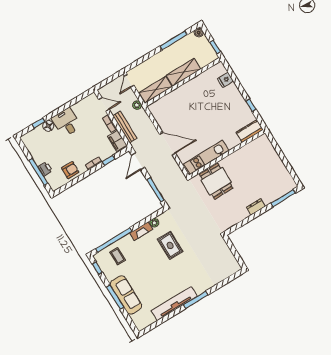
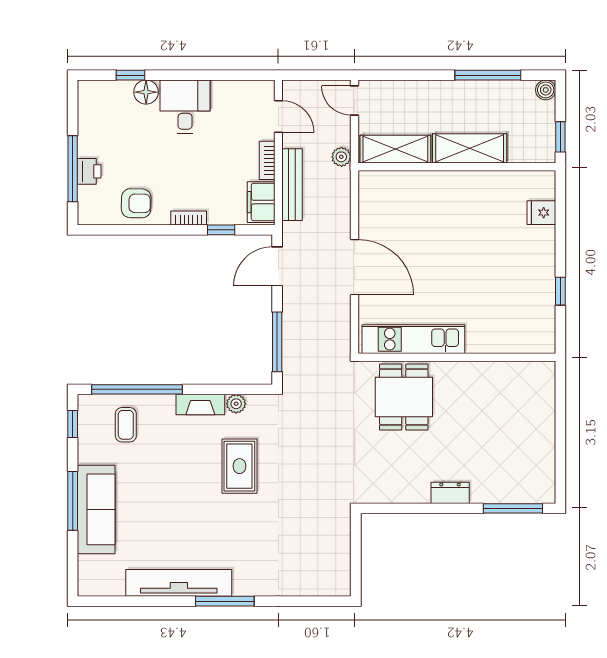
door: (129, 81) -> (355, 100), hinge flipped
kitchen counter: (250, 131) -> (527, 340), removed

